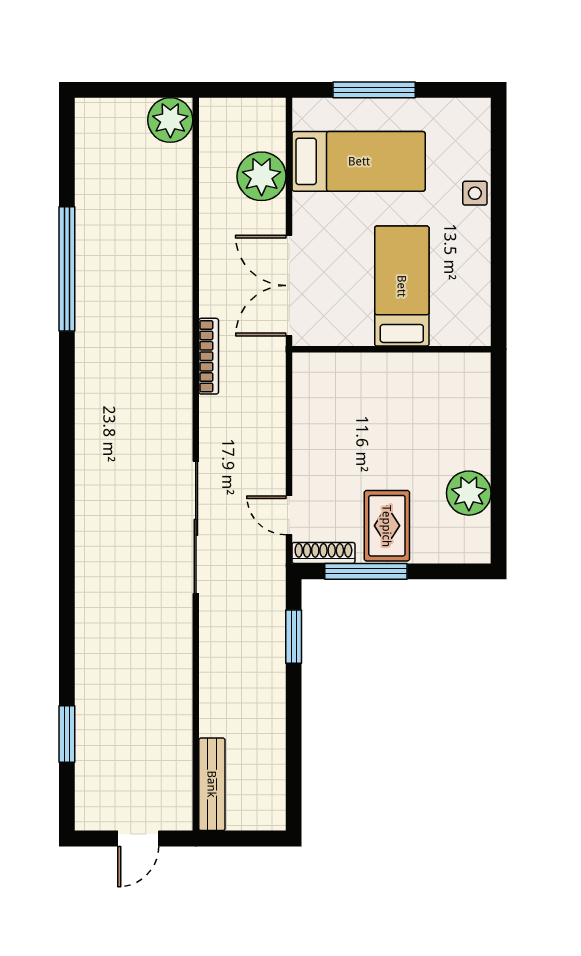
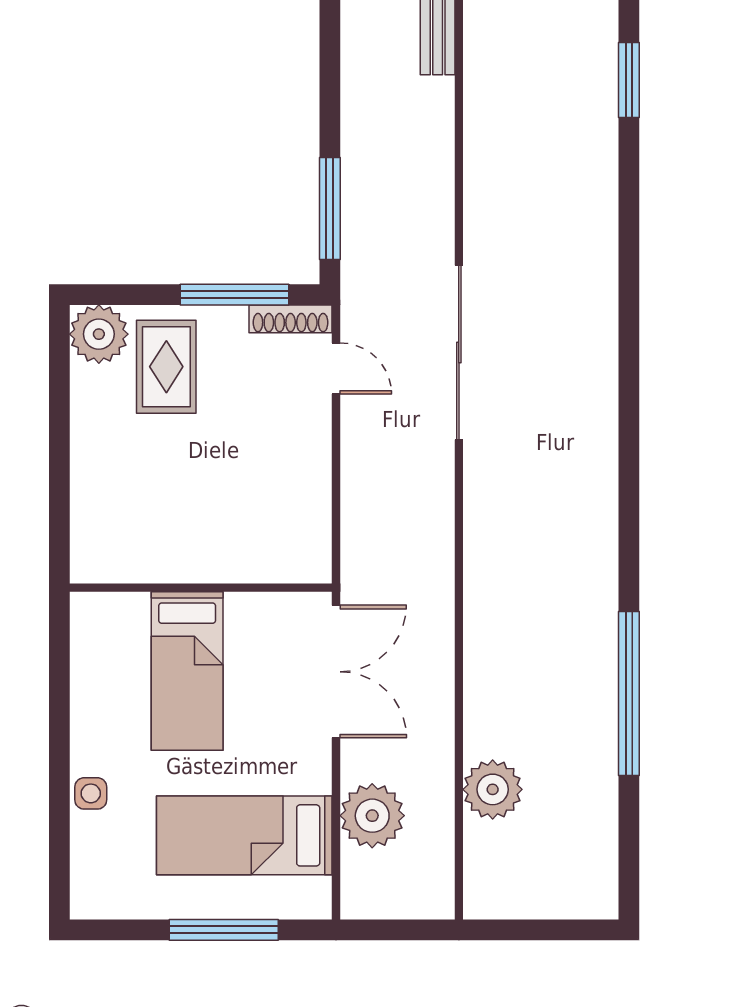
plant: (170, 120) -> (493, 789), moved
bookcase: (209, 356) -> (442, 578), removed
plant: (469, 493) -> (99, 334), moved
rug: (387, 526) -> (166, 367), moved
window: (294, 637) -> (330, 208), width x1.44

